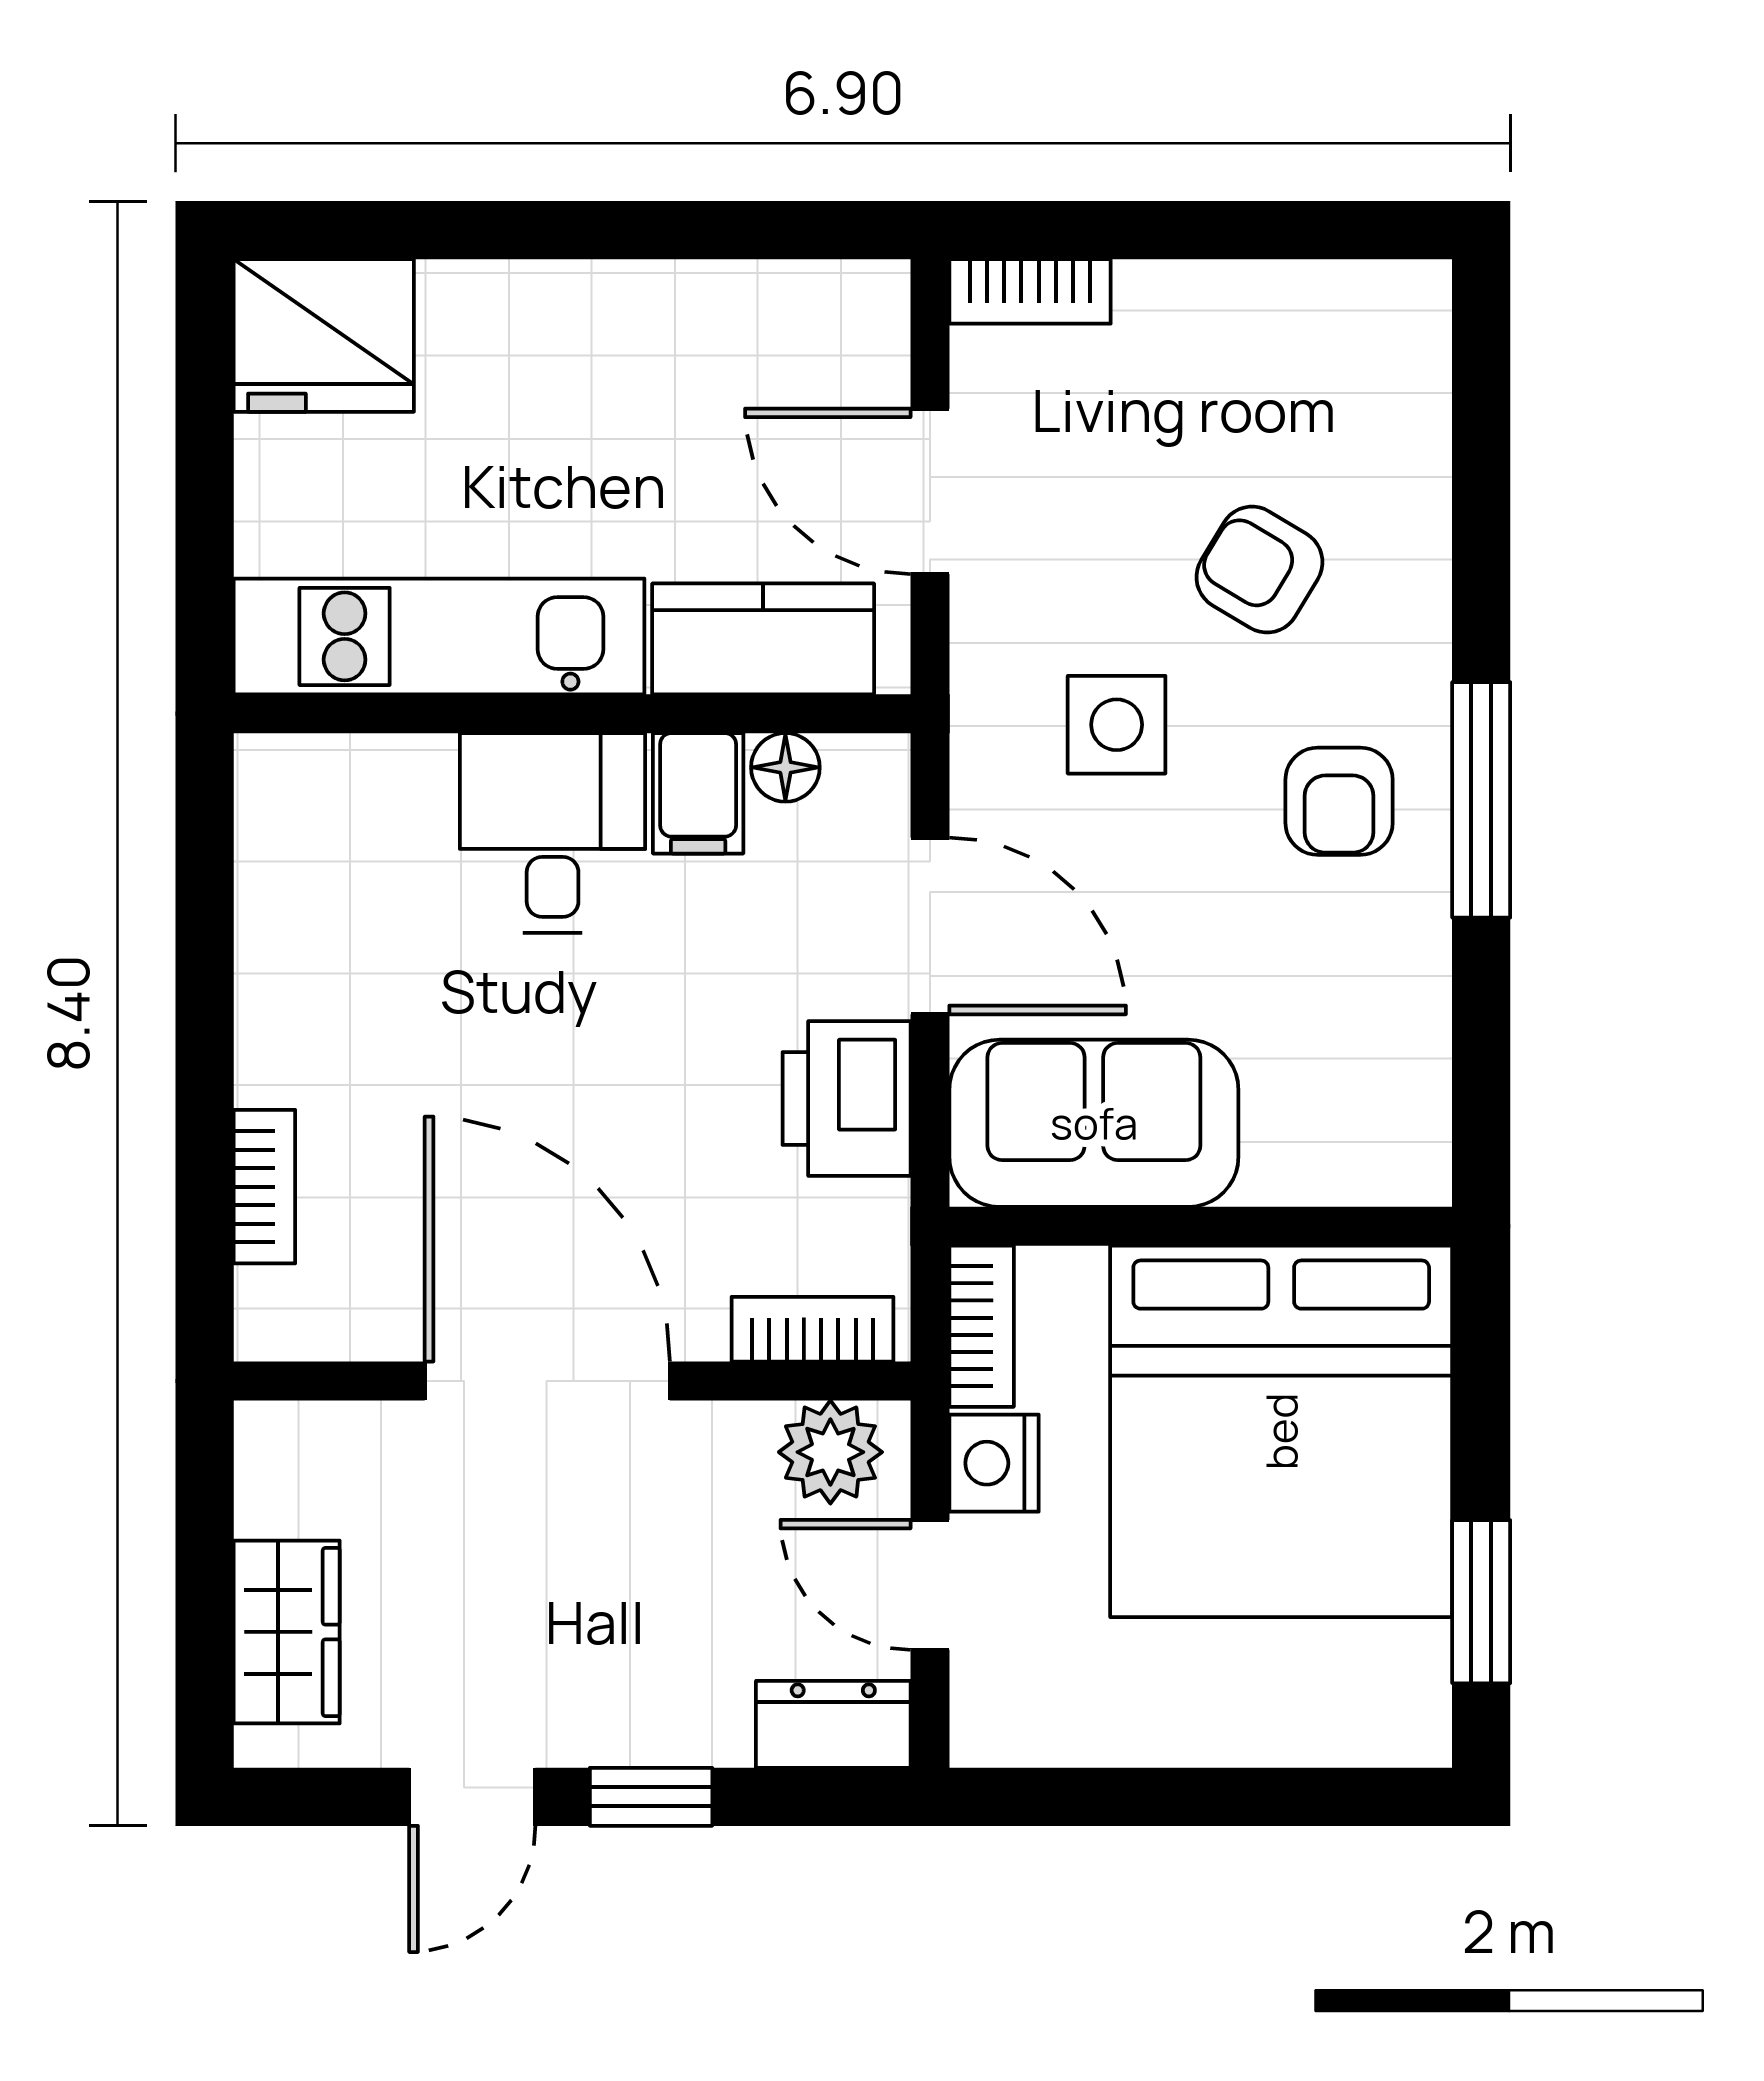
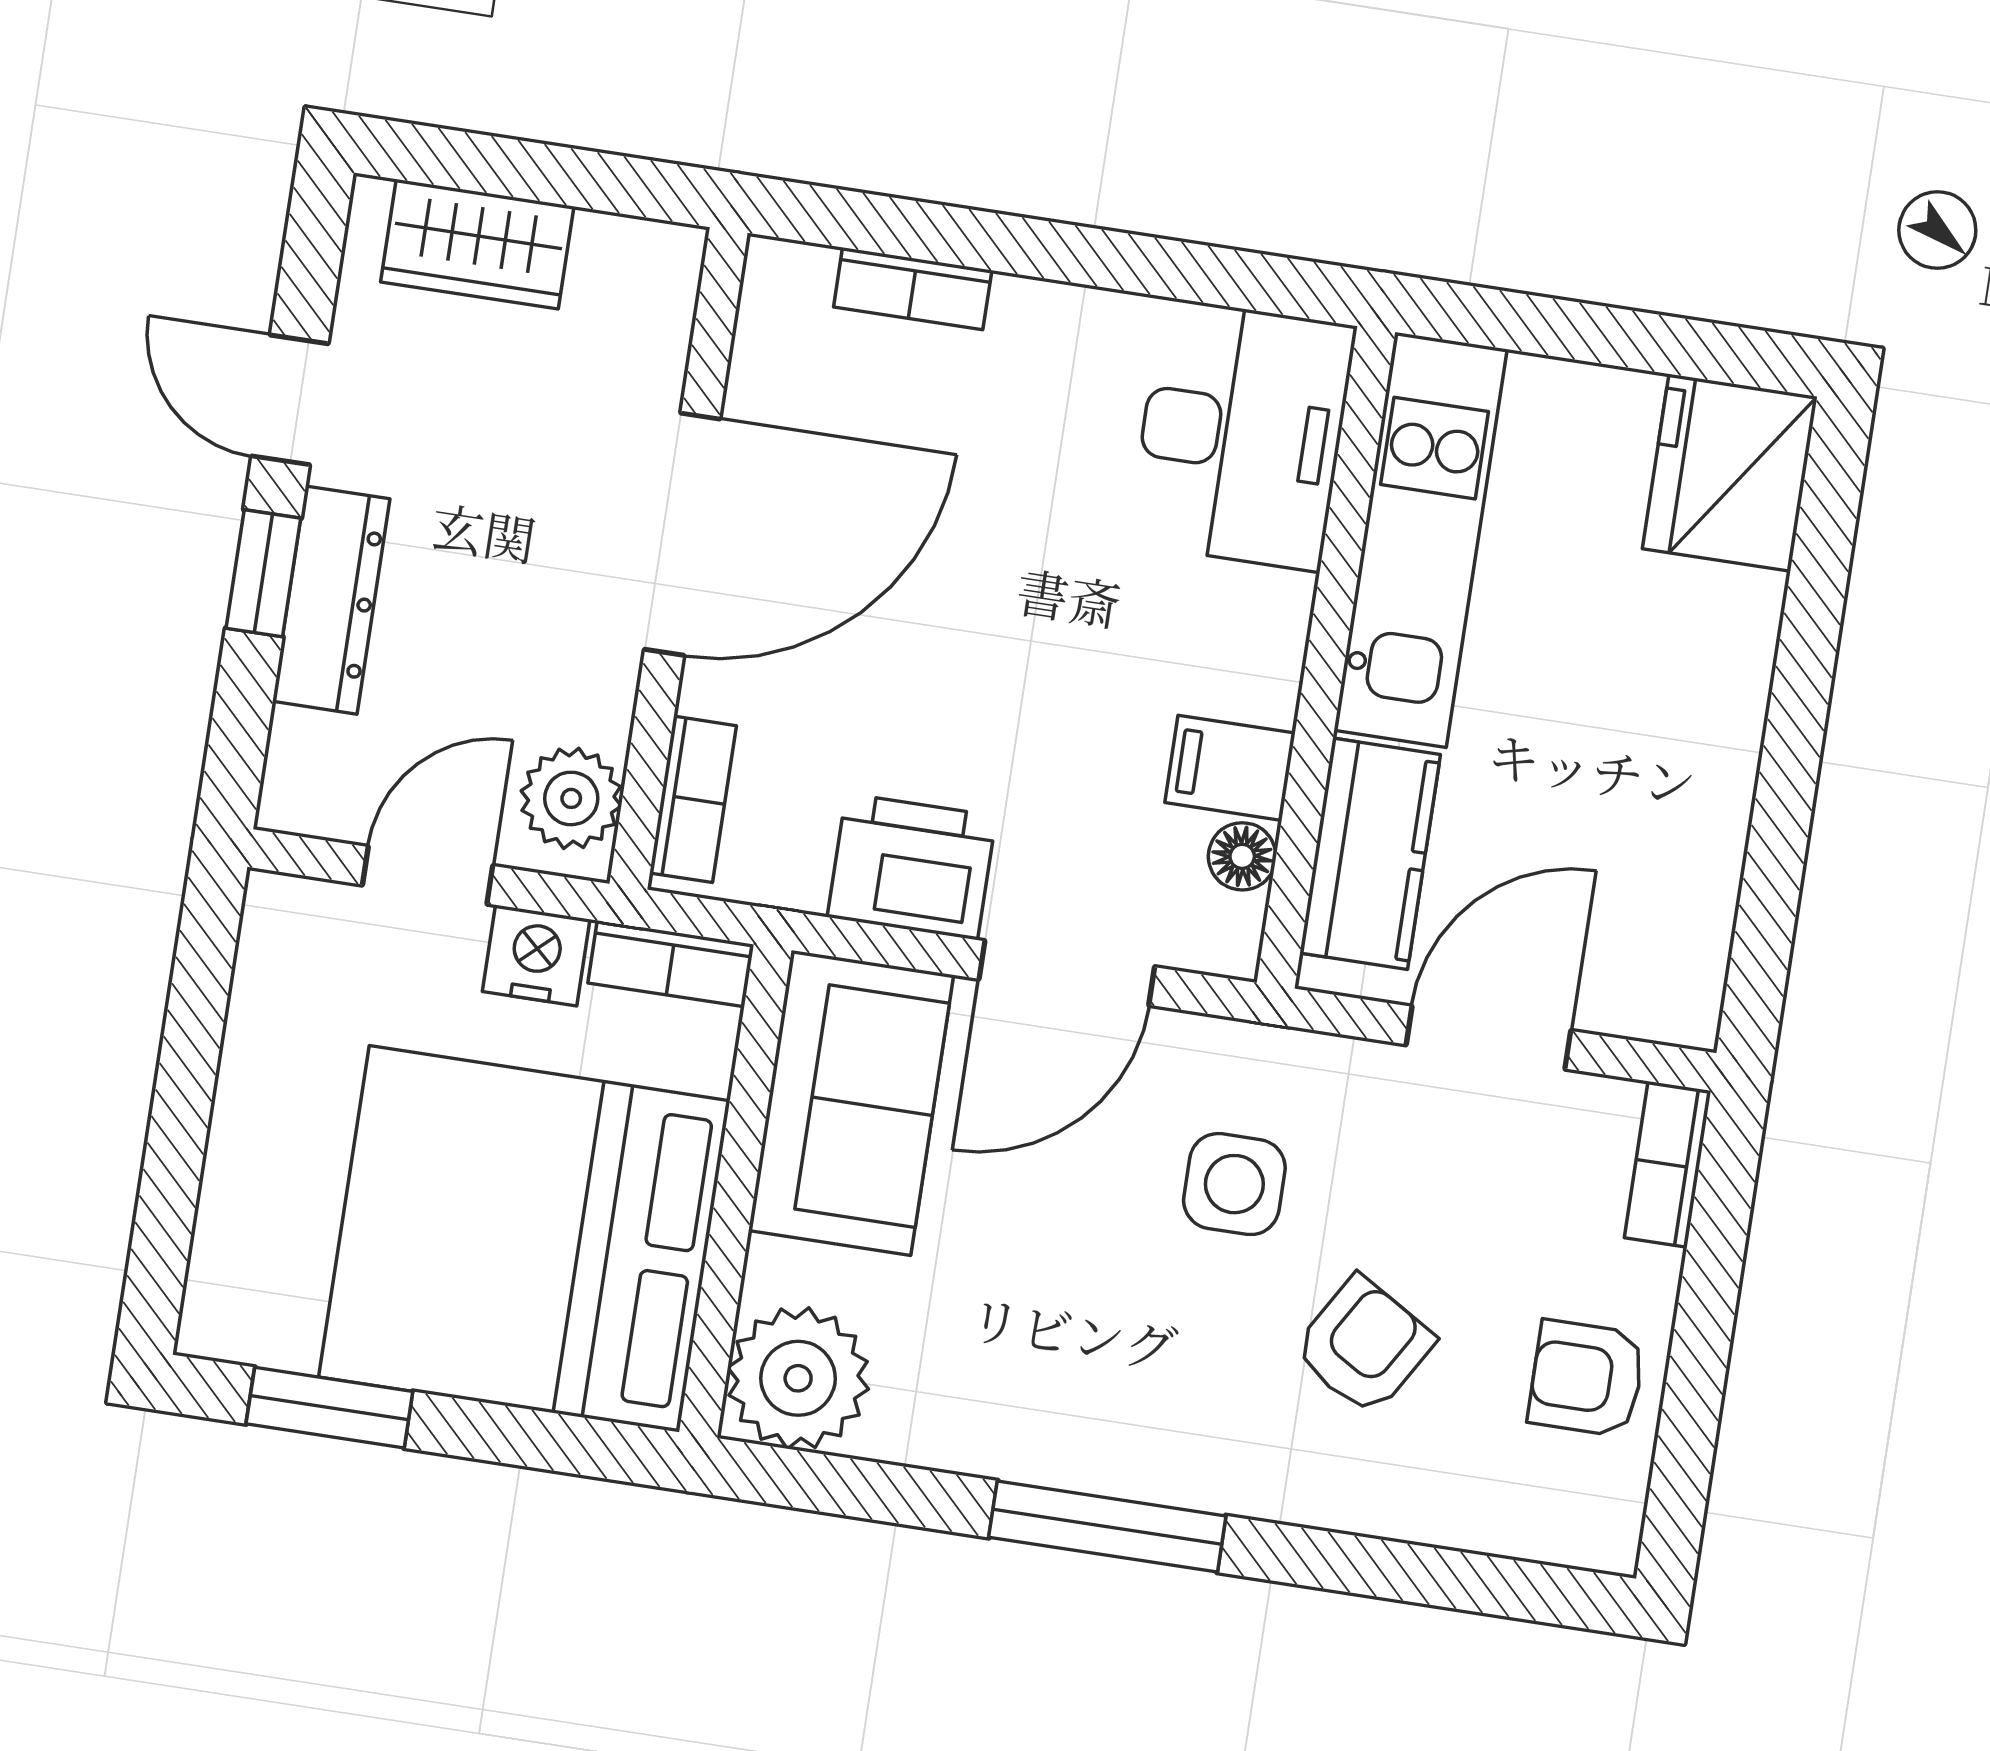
armchair: (1339, 801) -> (1587, 1378), moved
desk: (553, 833) -> (1242, 435), moved, width x1.37
plant: (1379, 1134) -> (798, 1378), added
dresser: (833, 1724) -> (331, 600), moved, width x1.44

